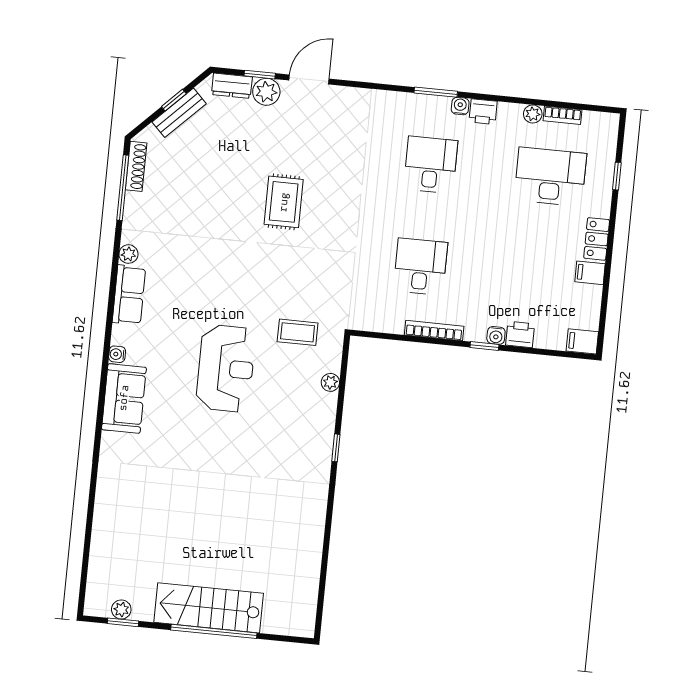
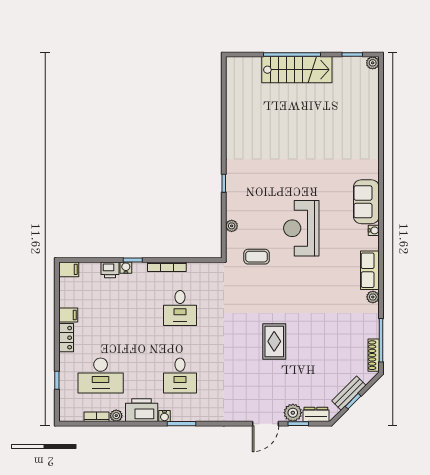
printer: (483, 112) -> (142, 410), width x1.87, depth x1.48
plant: (121, 610) -> (373, 63), moved

